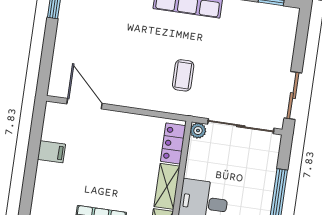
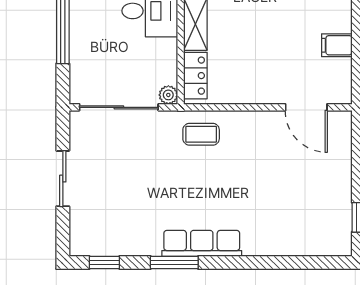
coffee table: (183, 75) -> (201, 134), moved, turned 90
sliding door: (293, 96) -> (63, 179), moved

